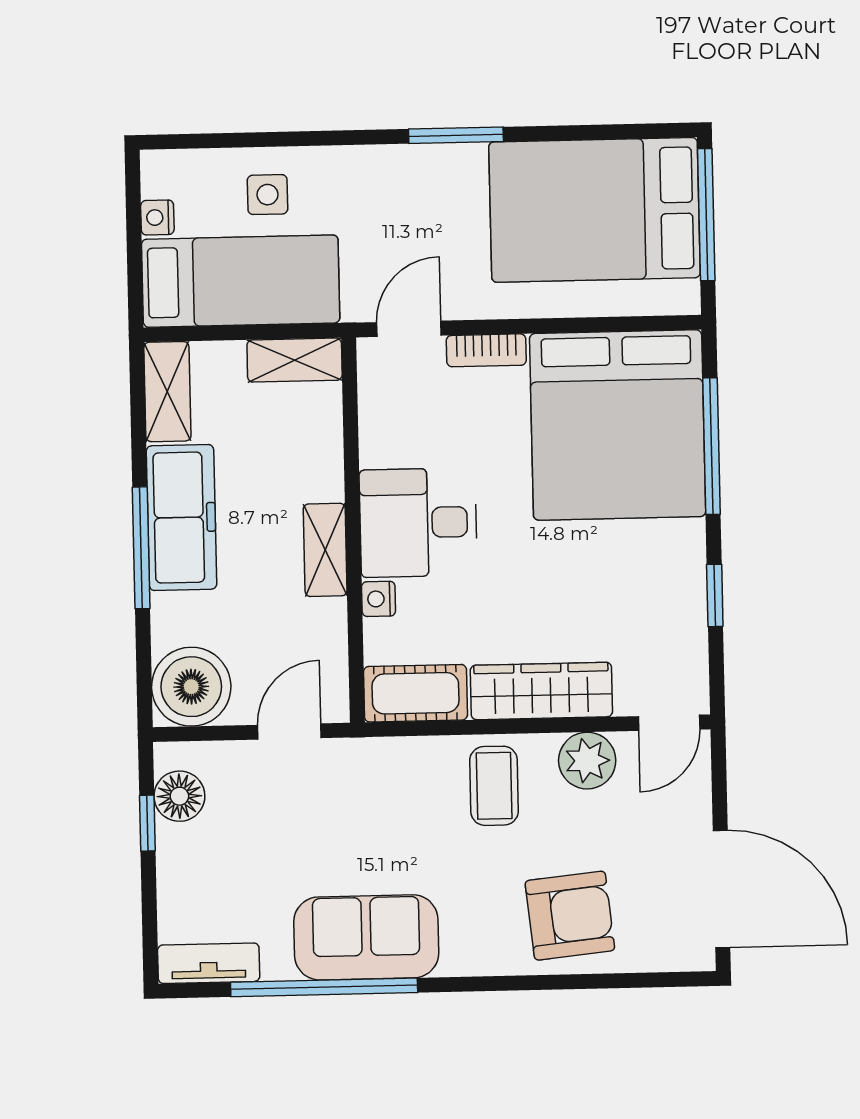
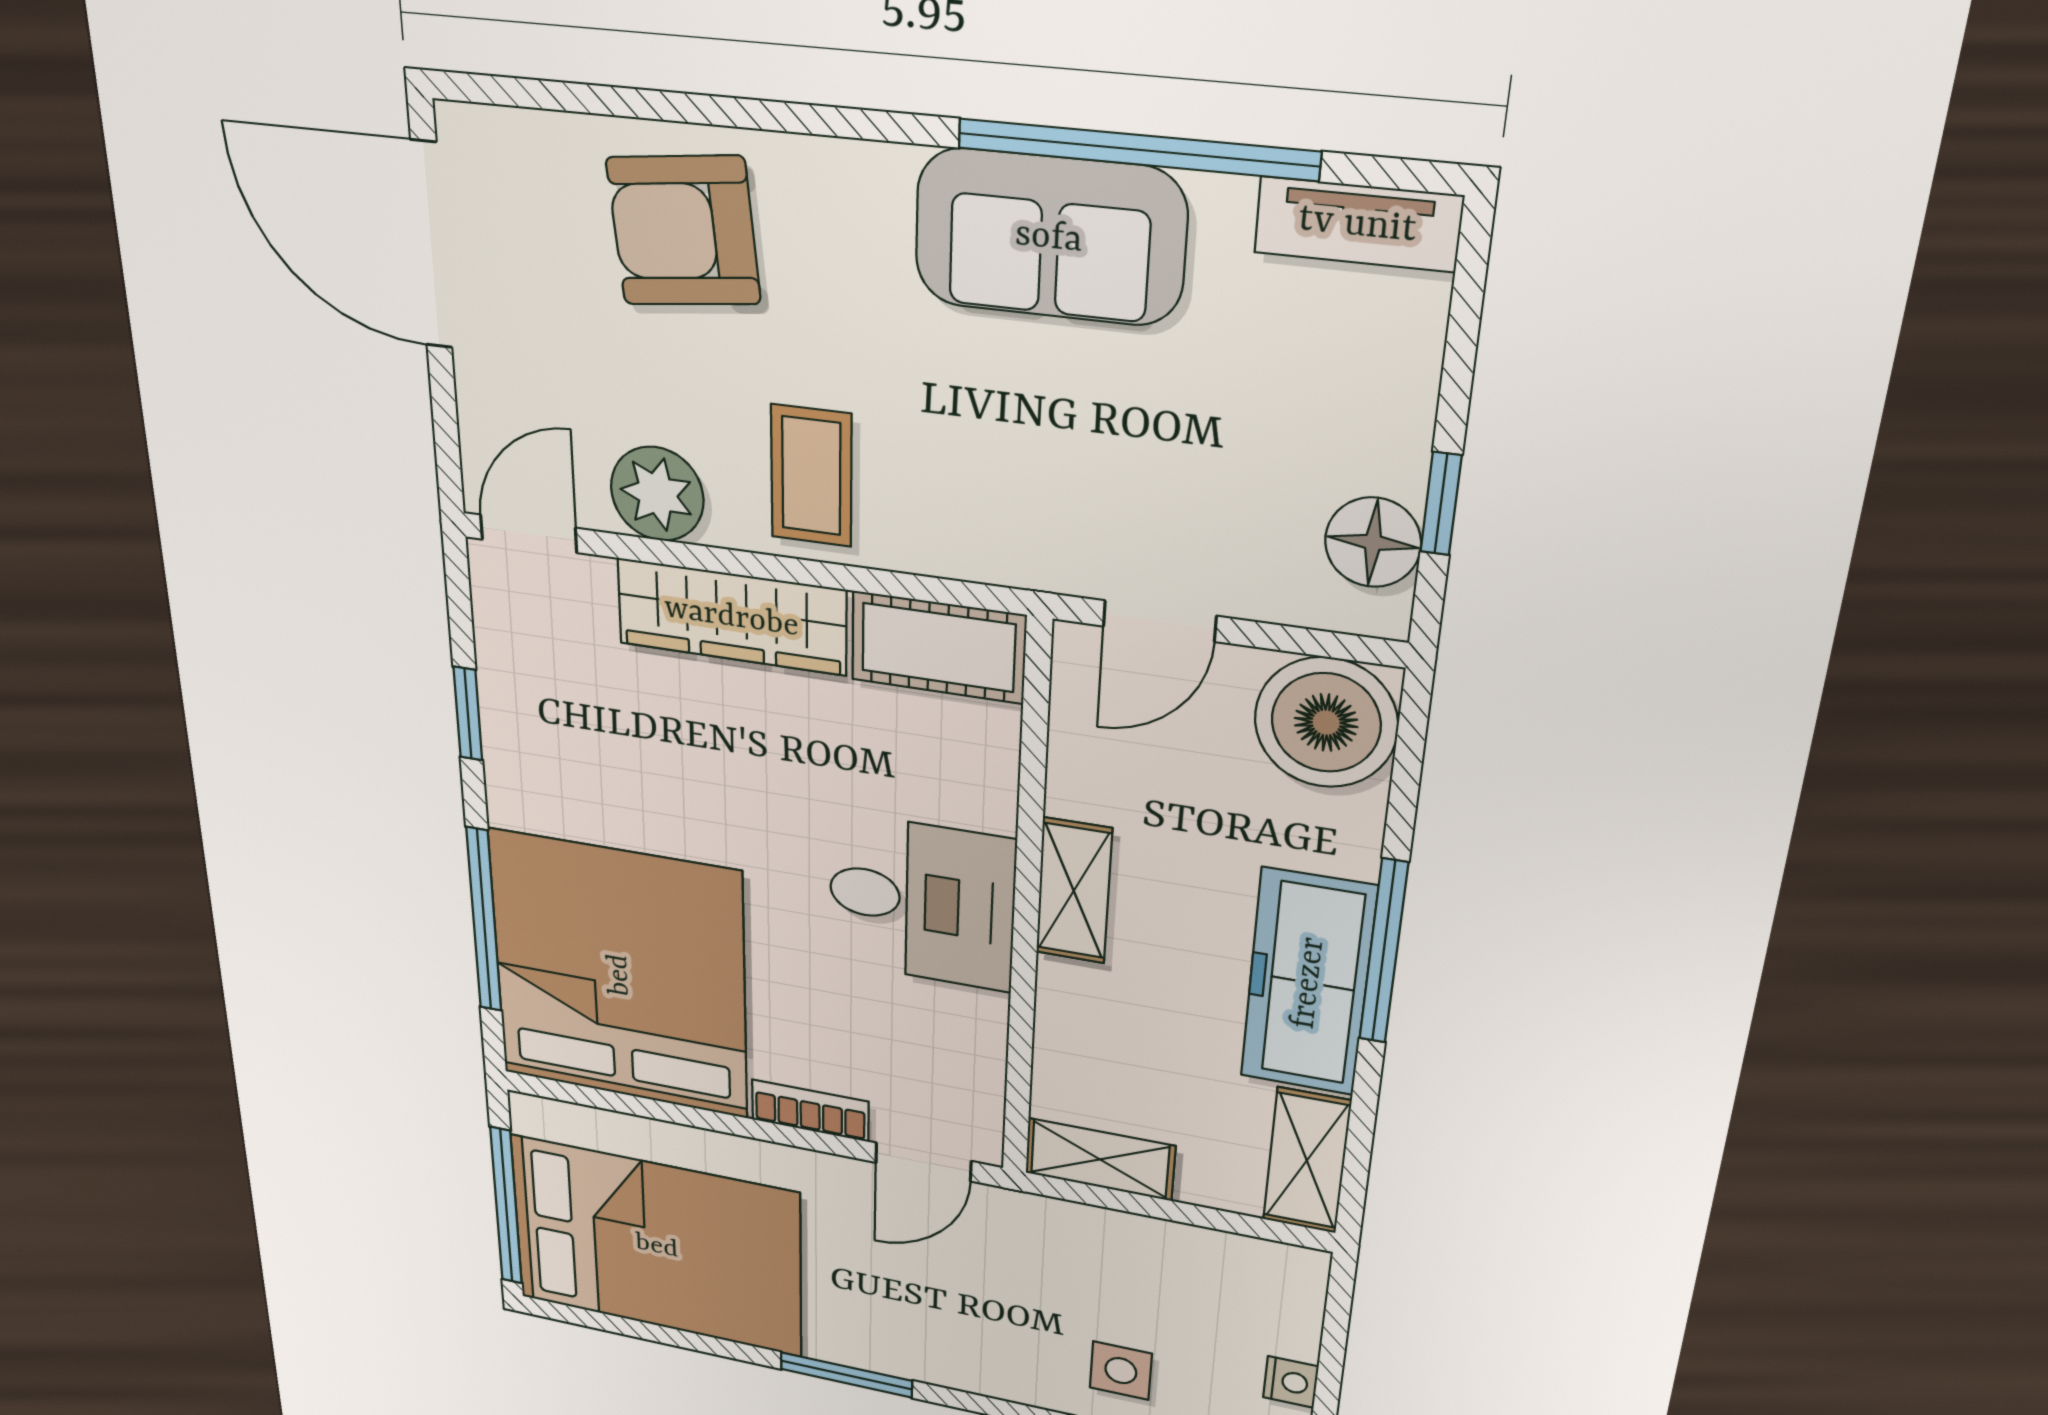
bed: (241, 281) -> (1173, 1277), removed
nightstand: (379, 599) -> (991, 803), removed

